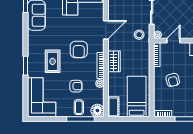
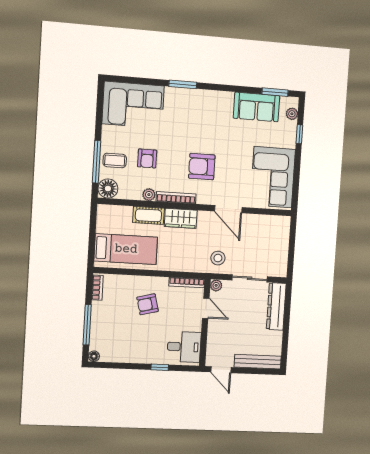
rug: (53, 61) -> (187, 126), removed
cot: (113, 107) -> (148, 215), moved

